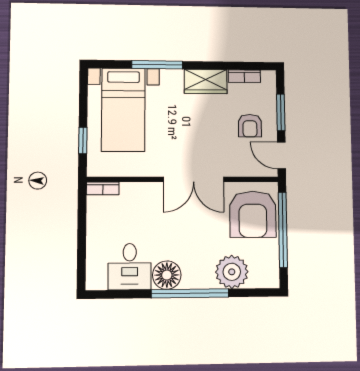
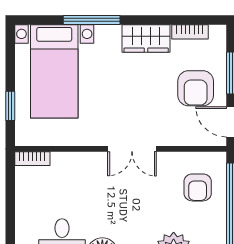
armchair: (250, 126) -> (196, 88), width x1.38, depth x1.38
double door: (194, 179) -> (132, 149), width x0.73
armchair: (253, 214) -> (198, 187), width x0.53, depth x0.53

